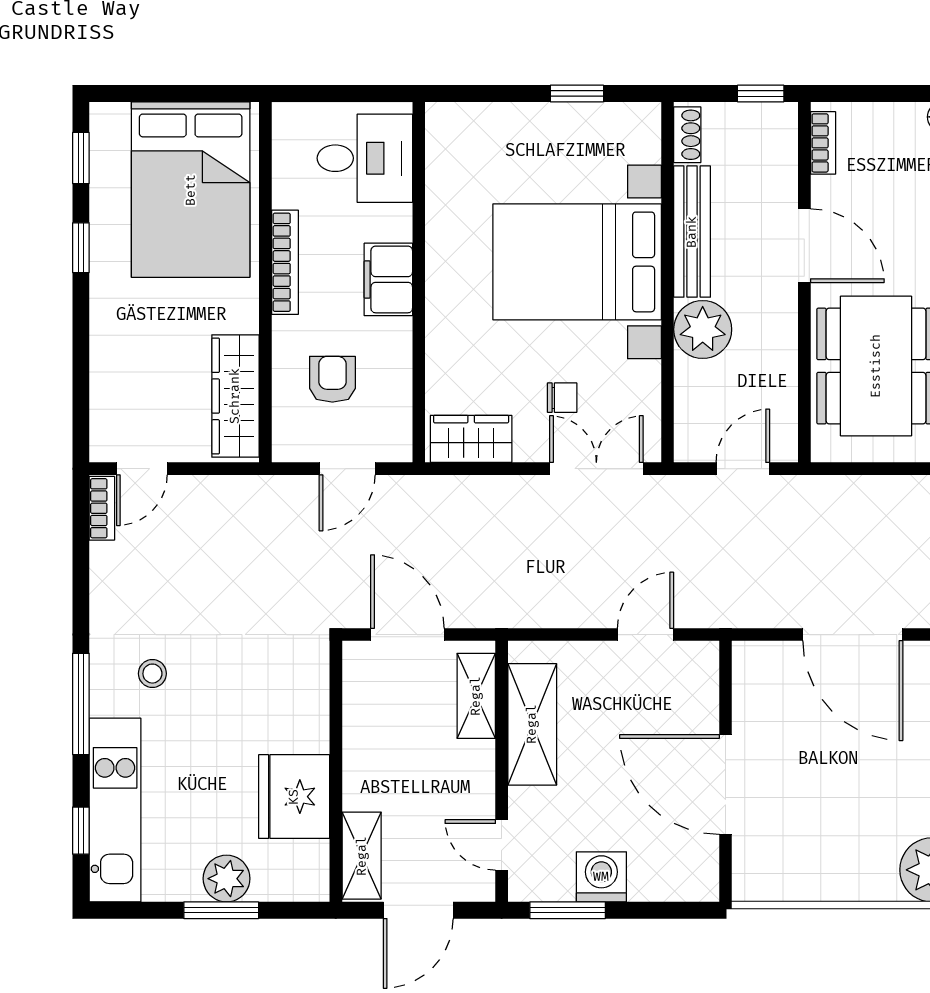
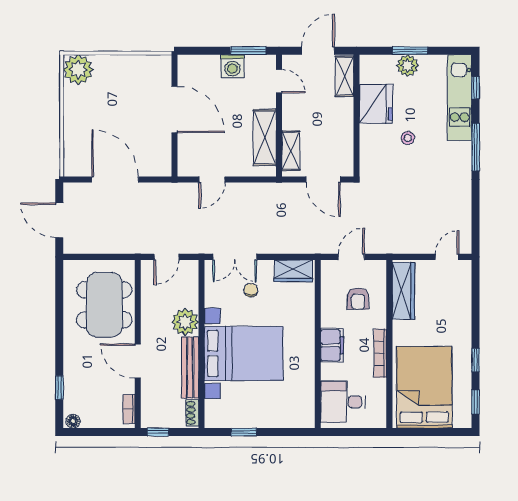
chair: (562, 398) -> (251, 290), turned 90
bookcase: (102, 508) -> (466, 238), removed
stool: (152, 674) -> (408, 138), moved

